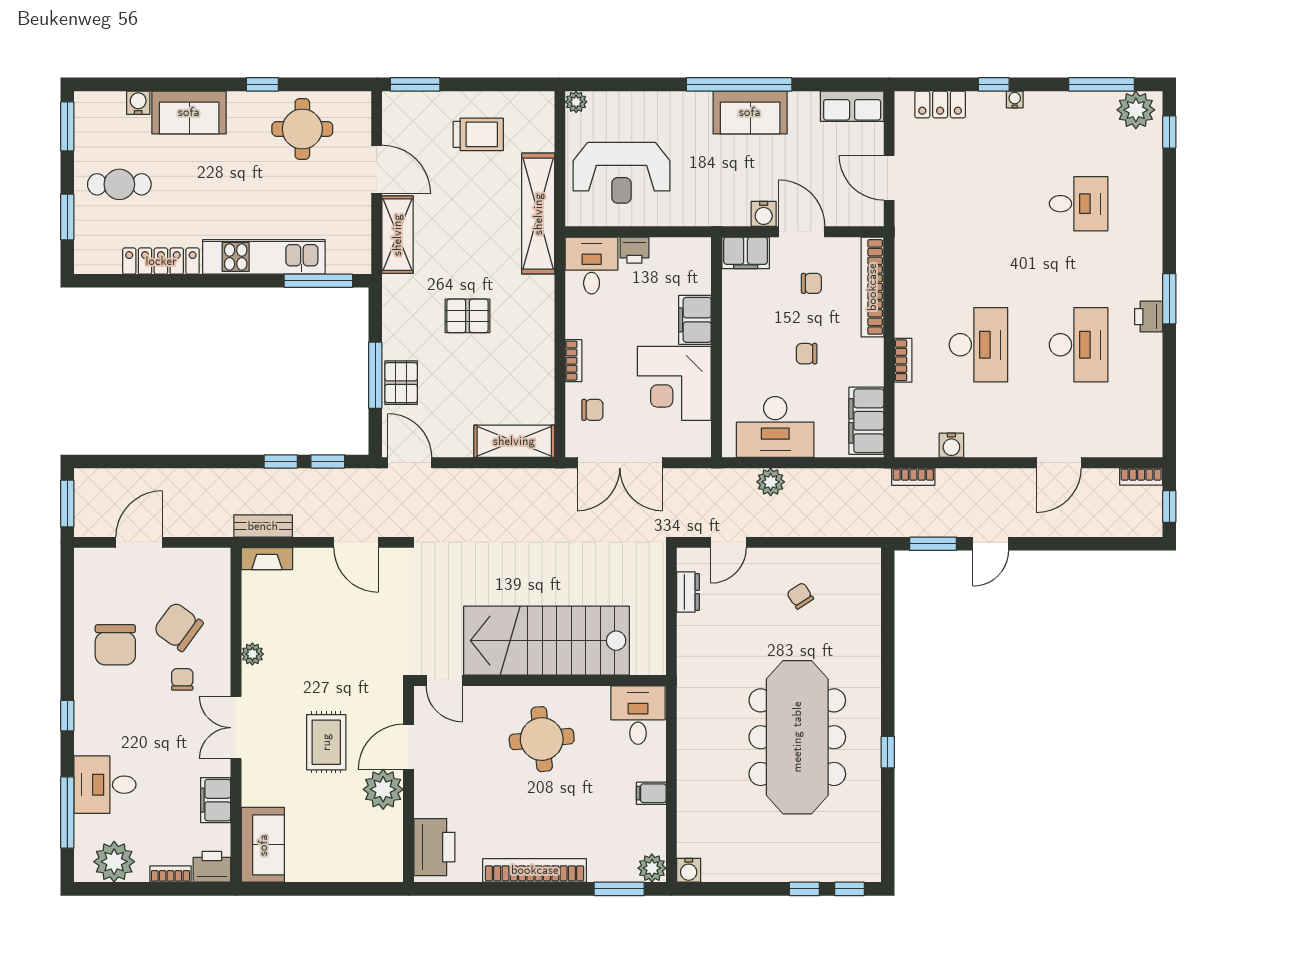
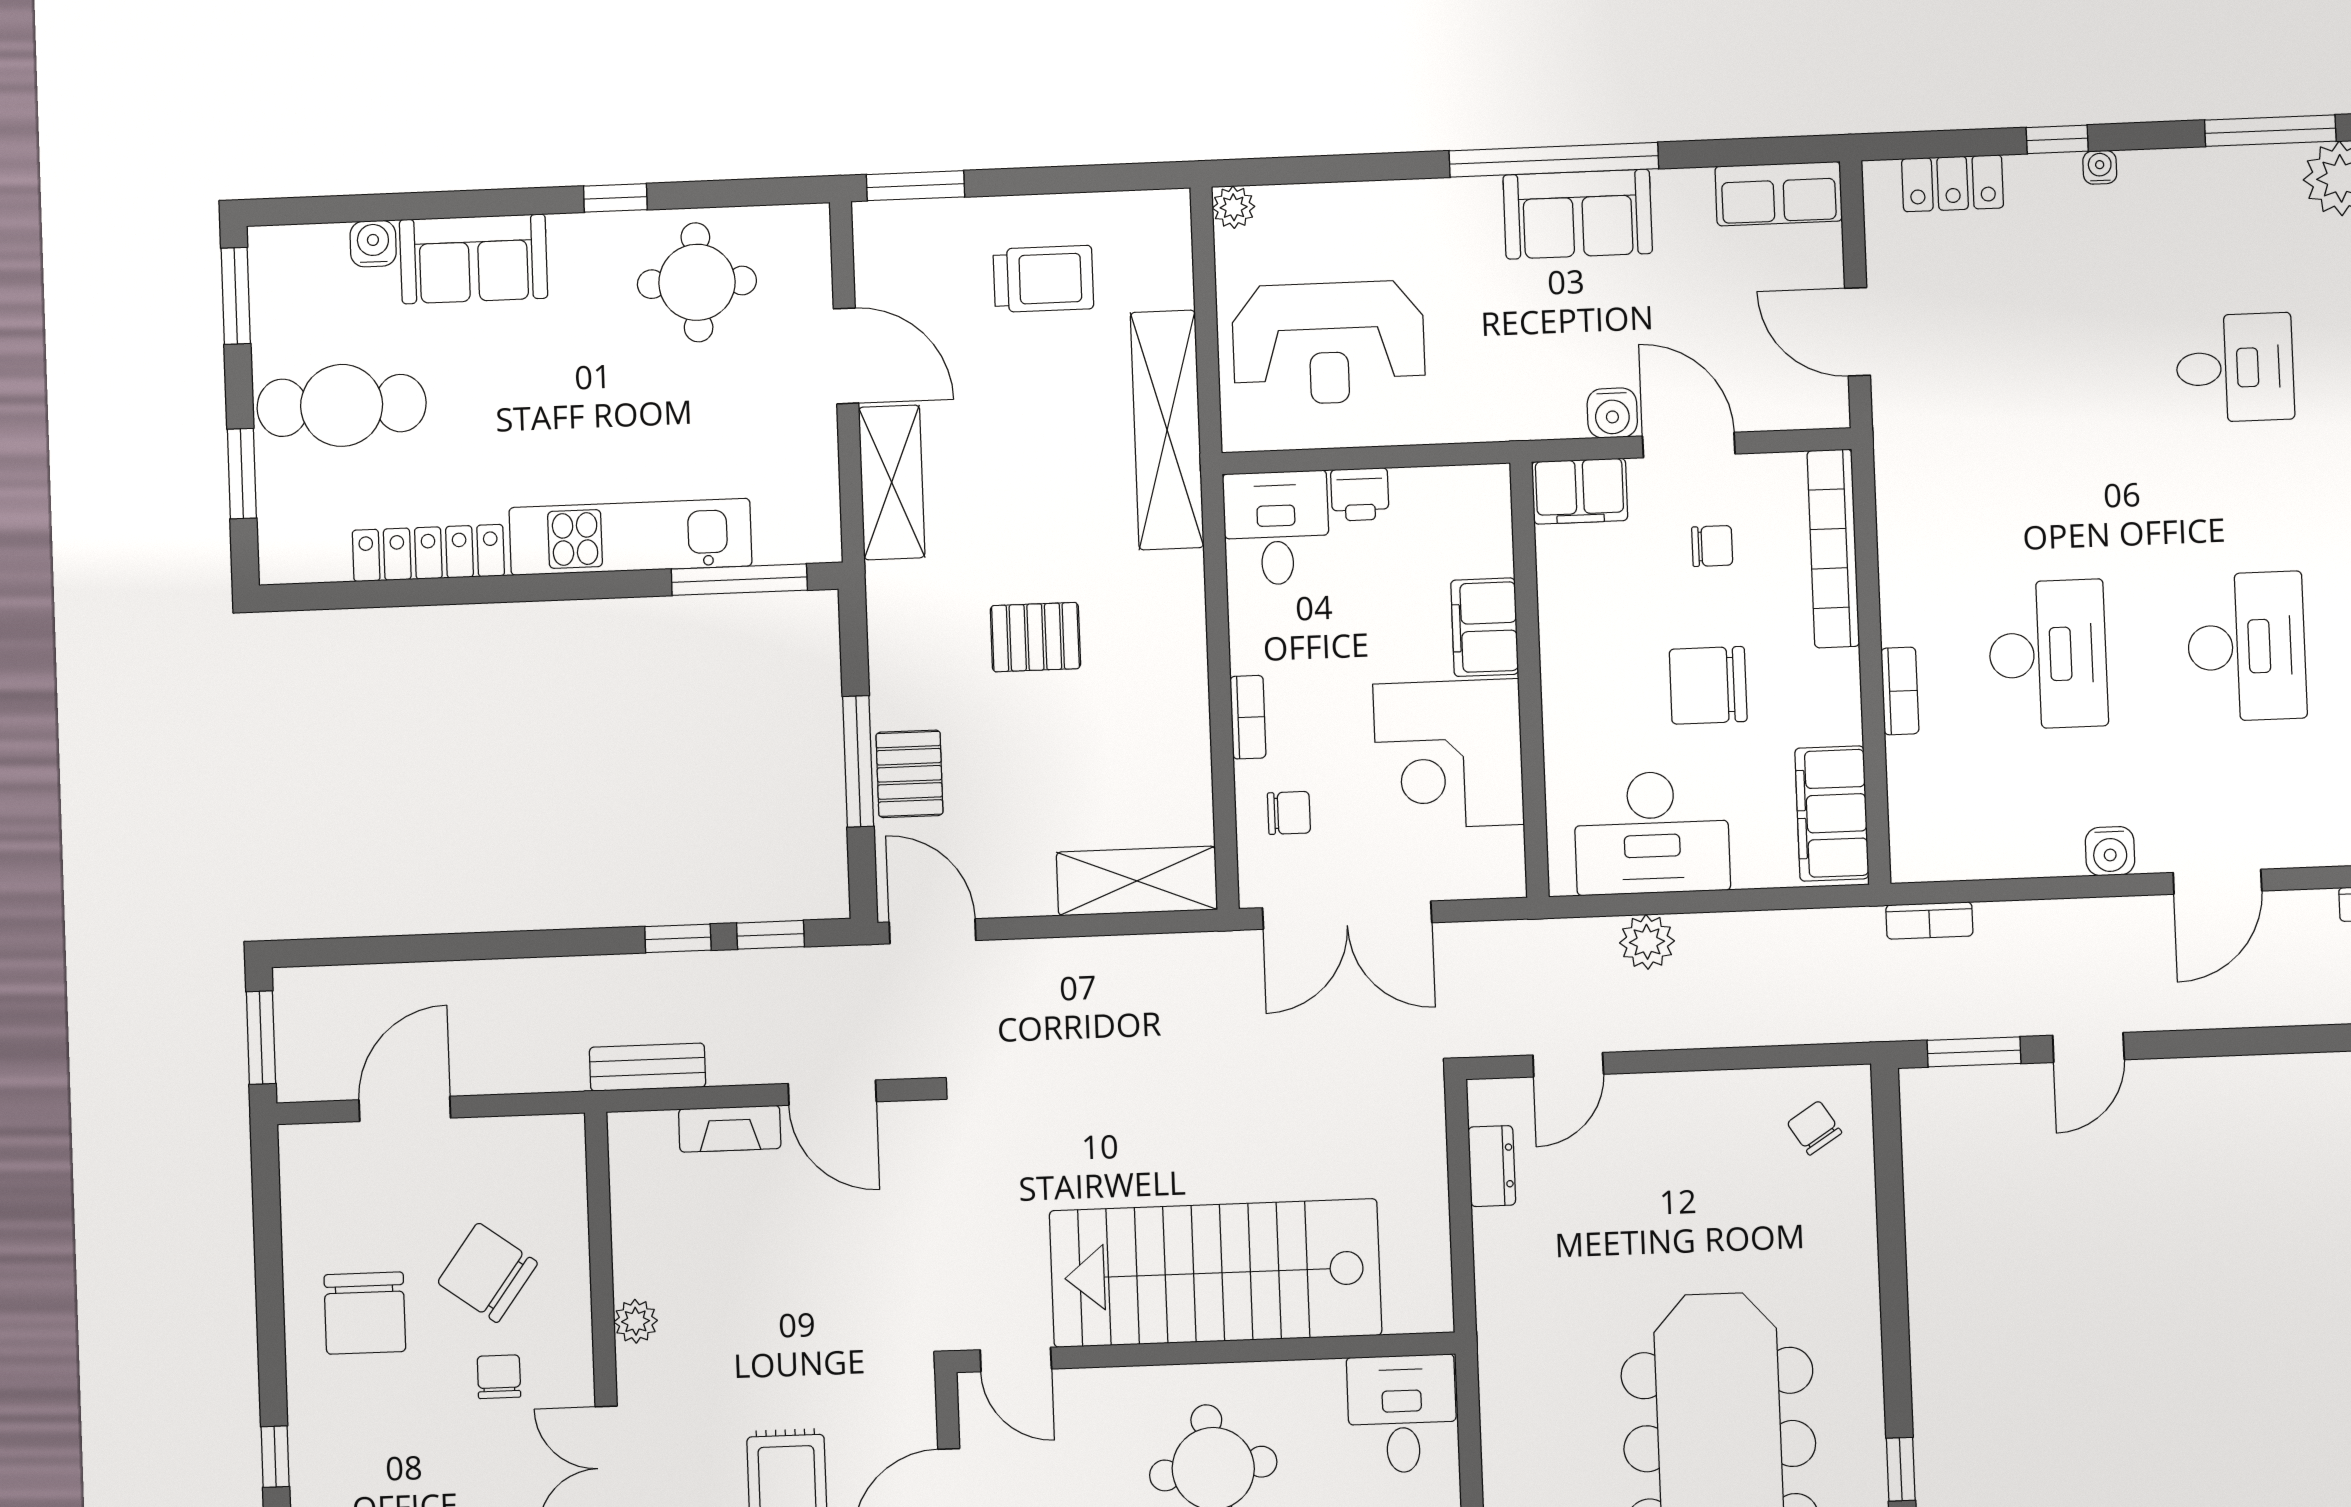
cafe table: (119, 184) -> (342, 405), width x1.37, depth x1.35
chair: (807, 354) -> (1708, 685), width x1.87, depth x1.87
water cooler: (951, 445) -> (2110, 851), moved
fireplace: (267, 559) -> (730, 1129), moved
chair: (800, 596) -> (1814, 1128), moved

